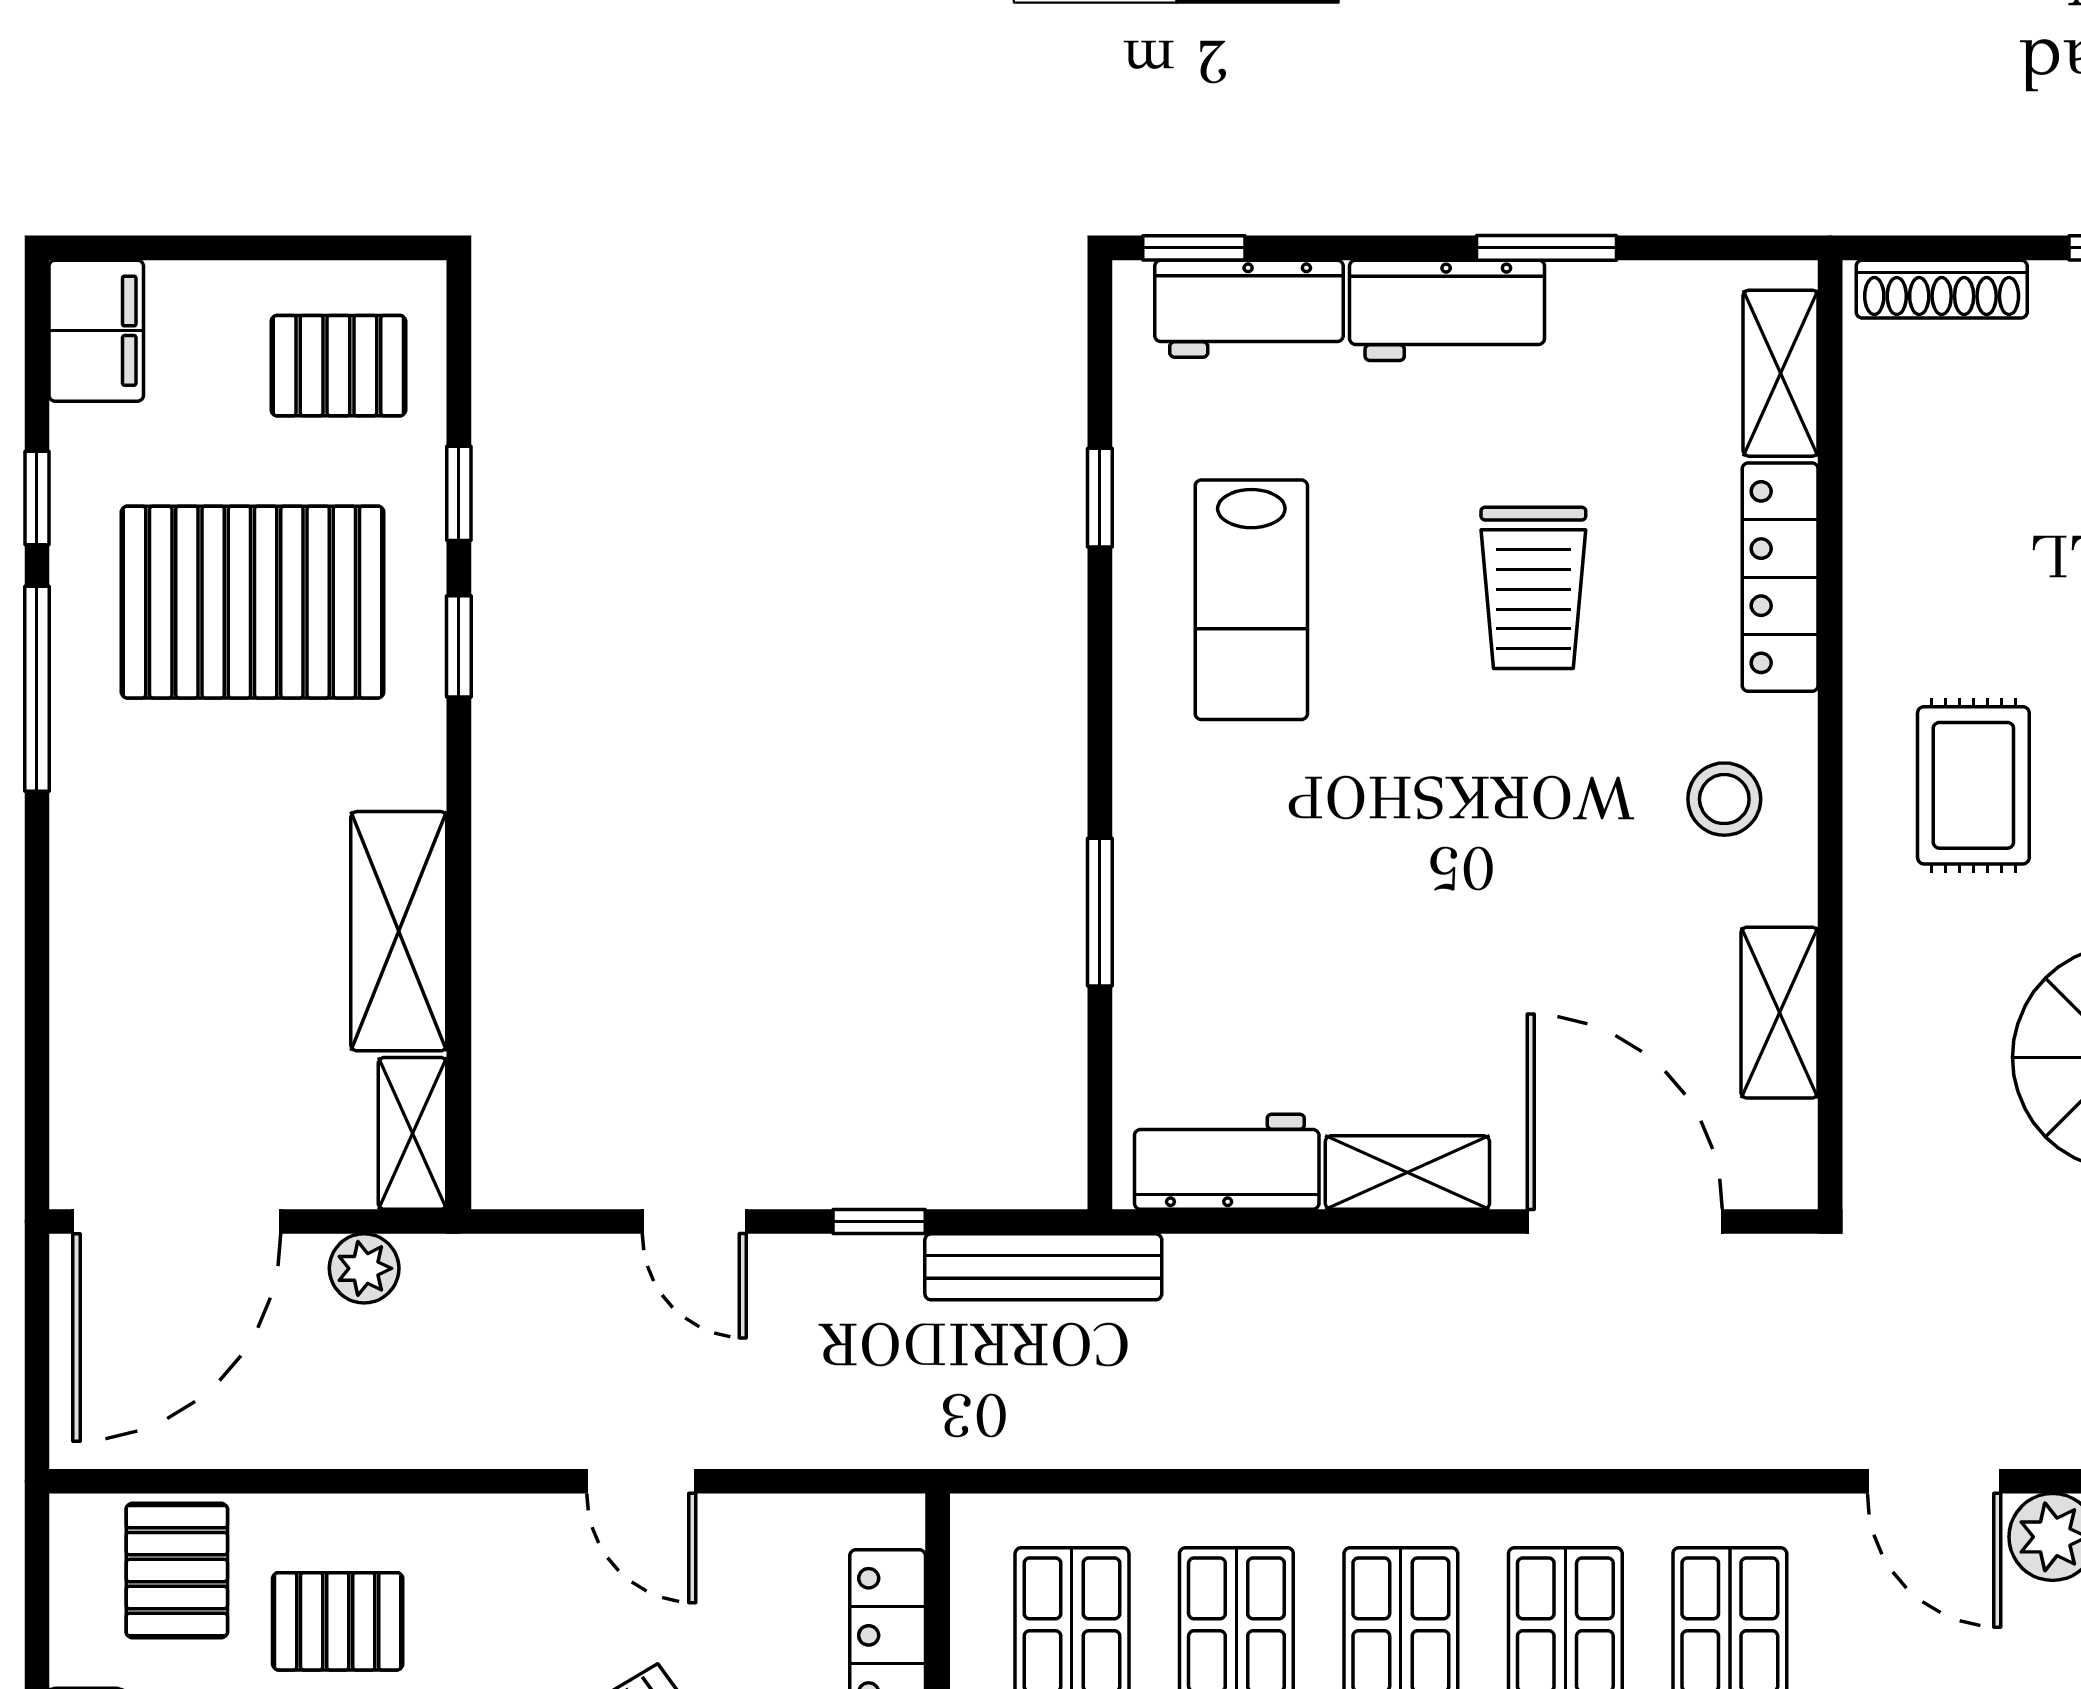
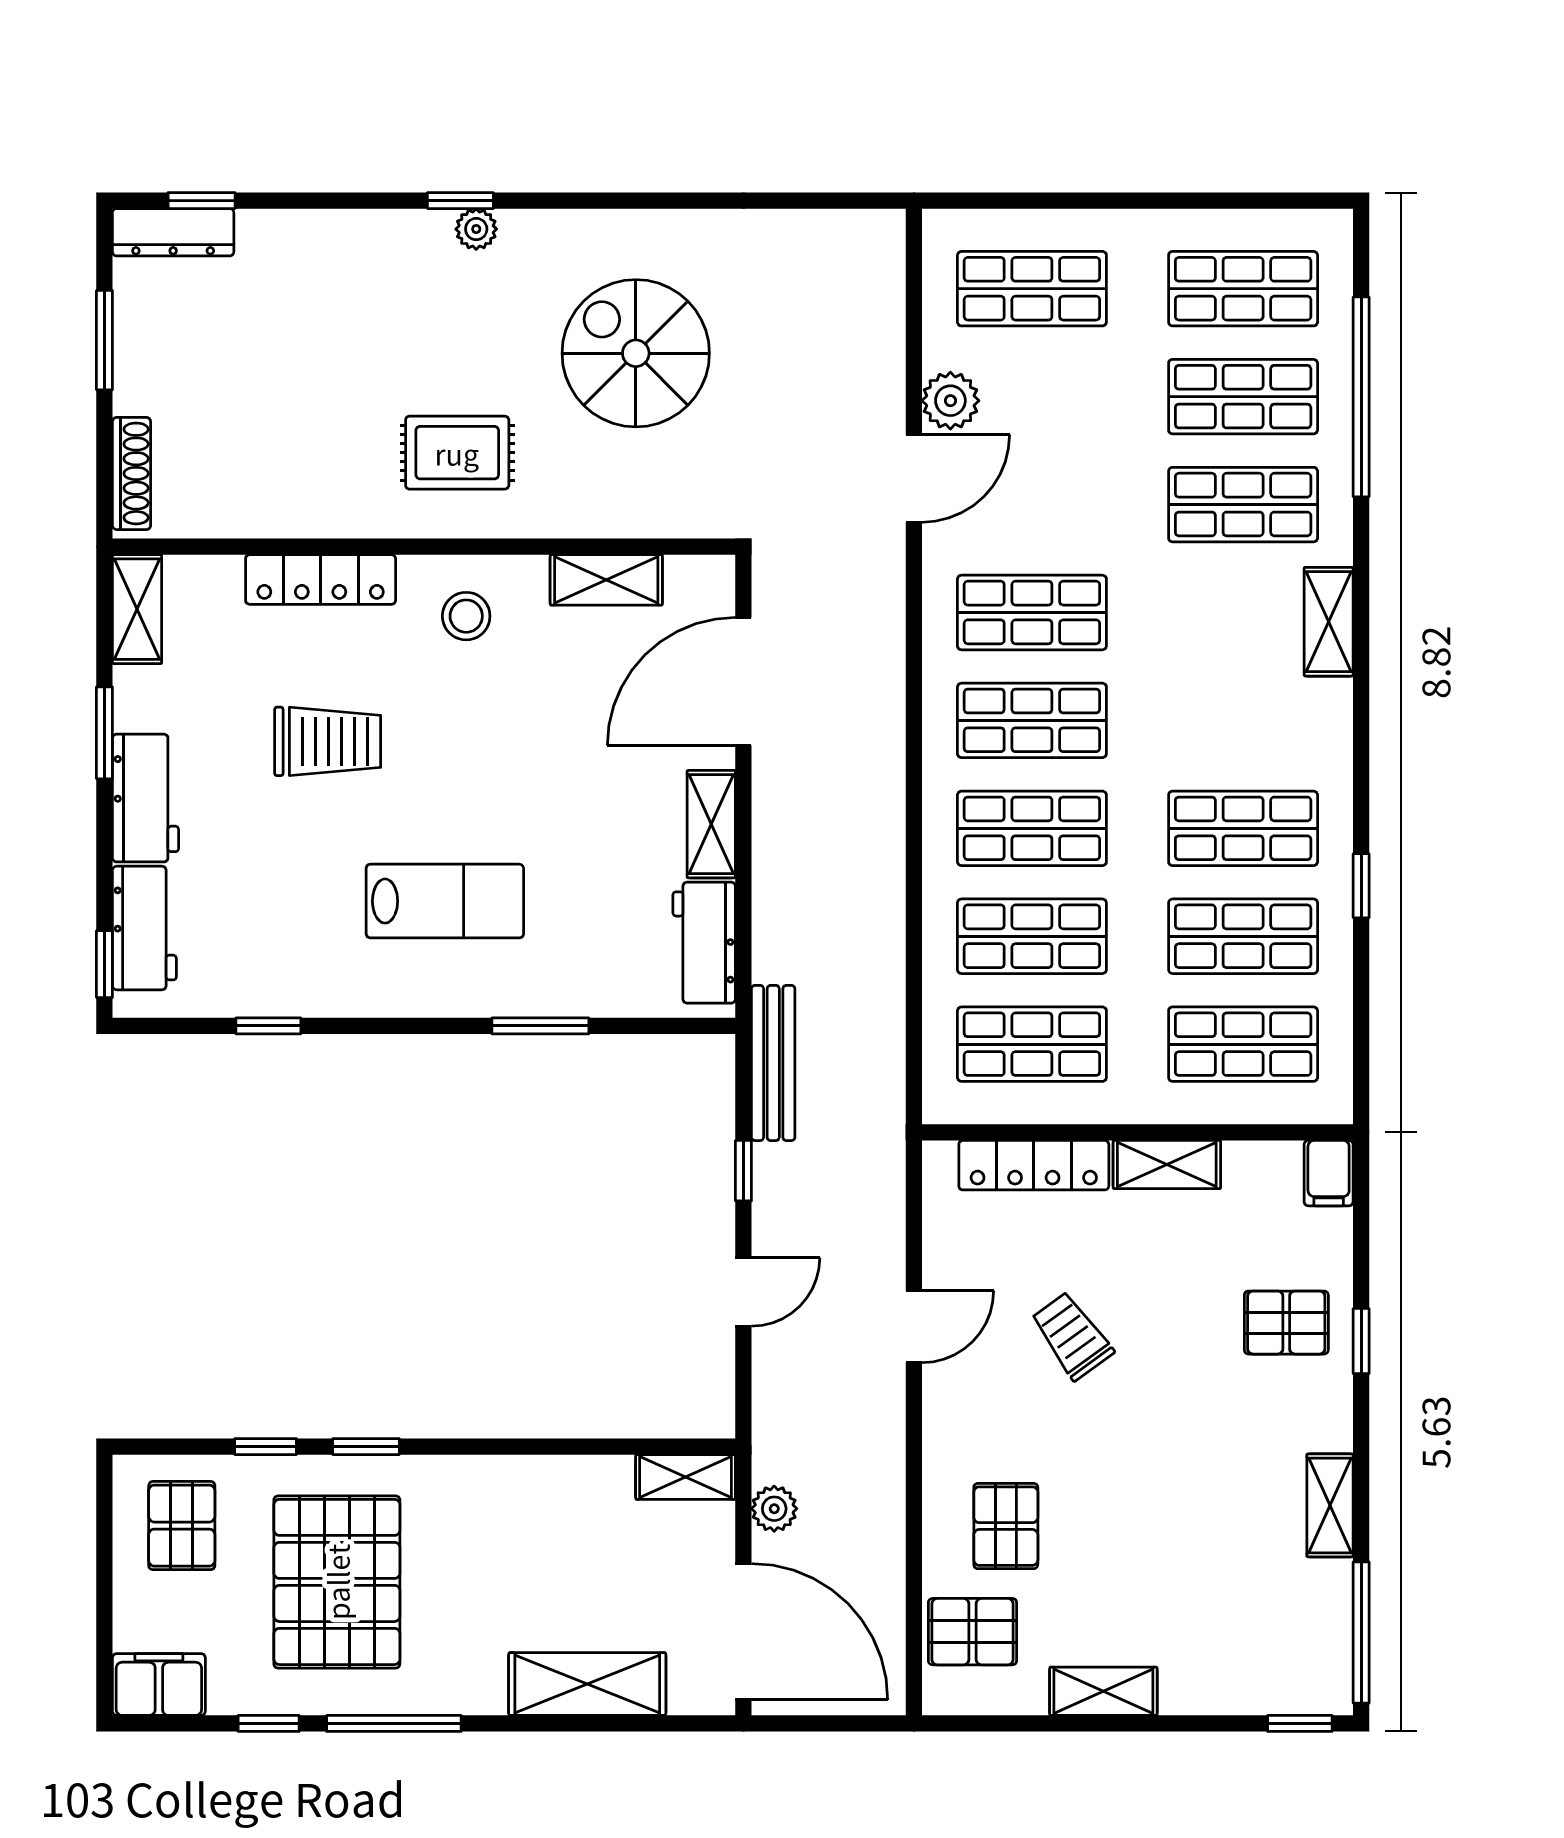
shelving: (1781, 373) -> (137, 609), moved, turned 90
lab bench: (1251, 600) -> (445, 901), moved
shelving: (399, 931) -> (587, 1684), moved

